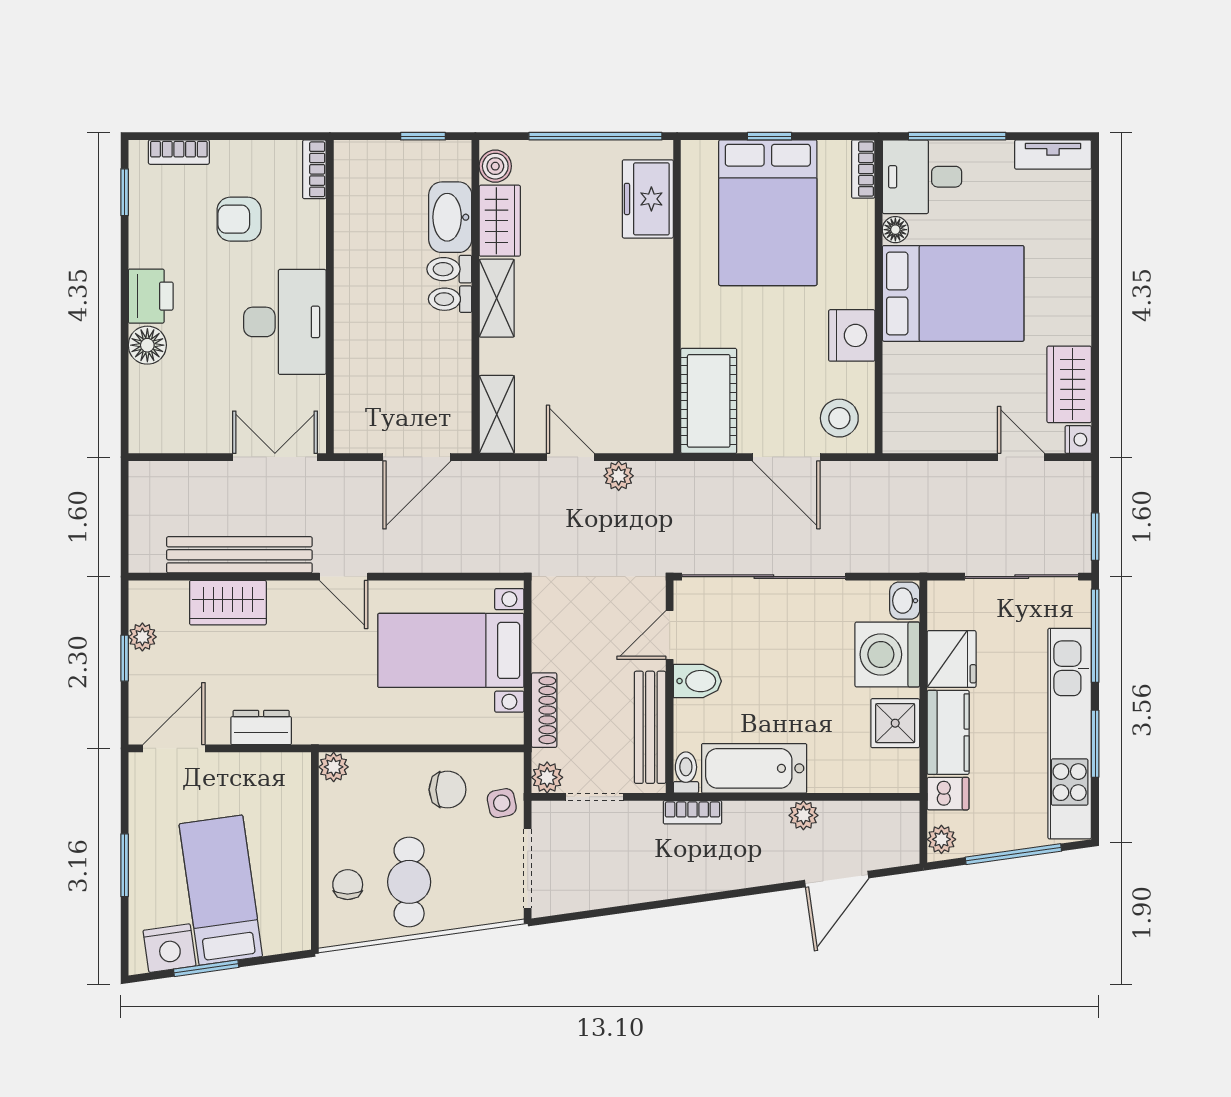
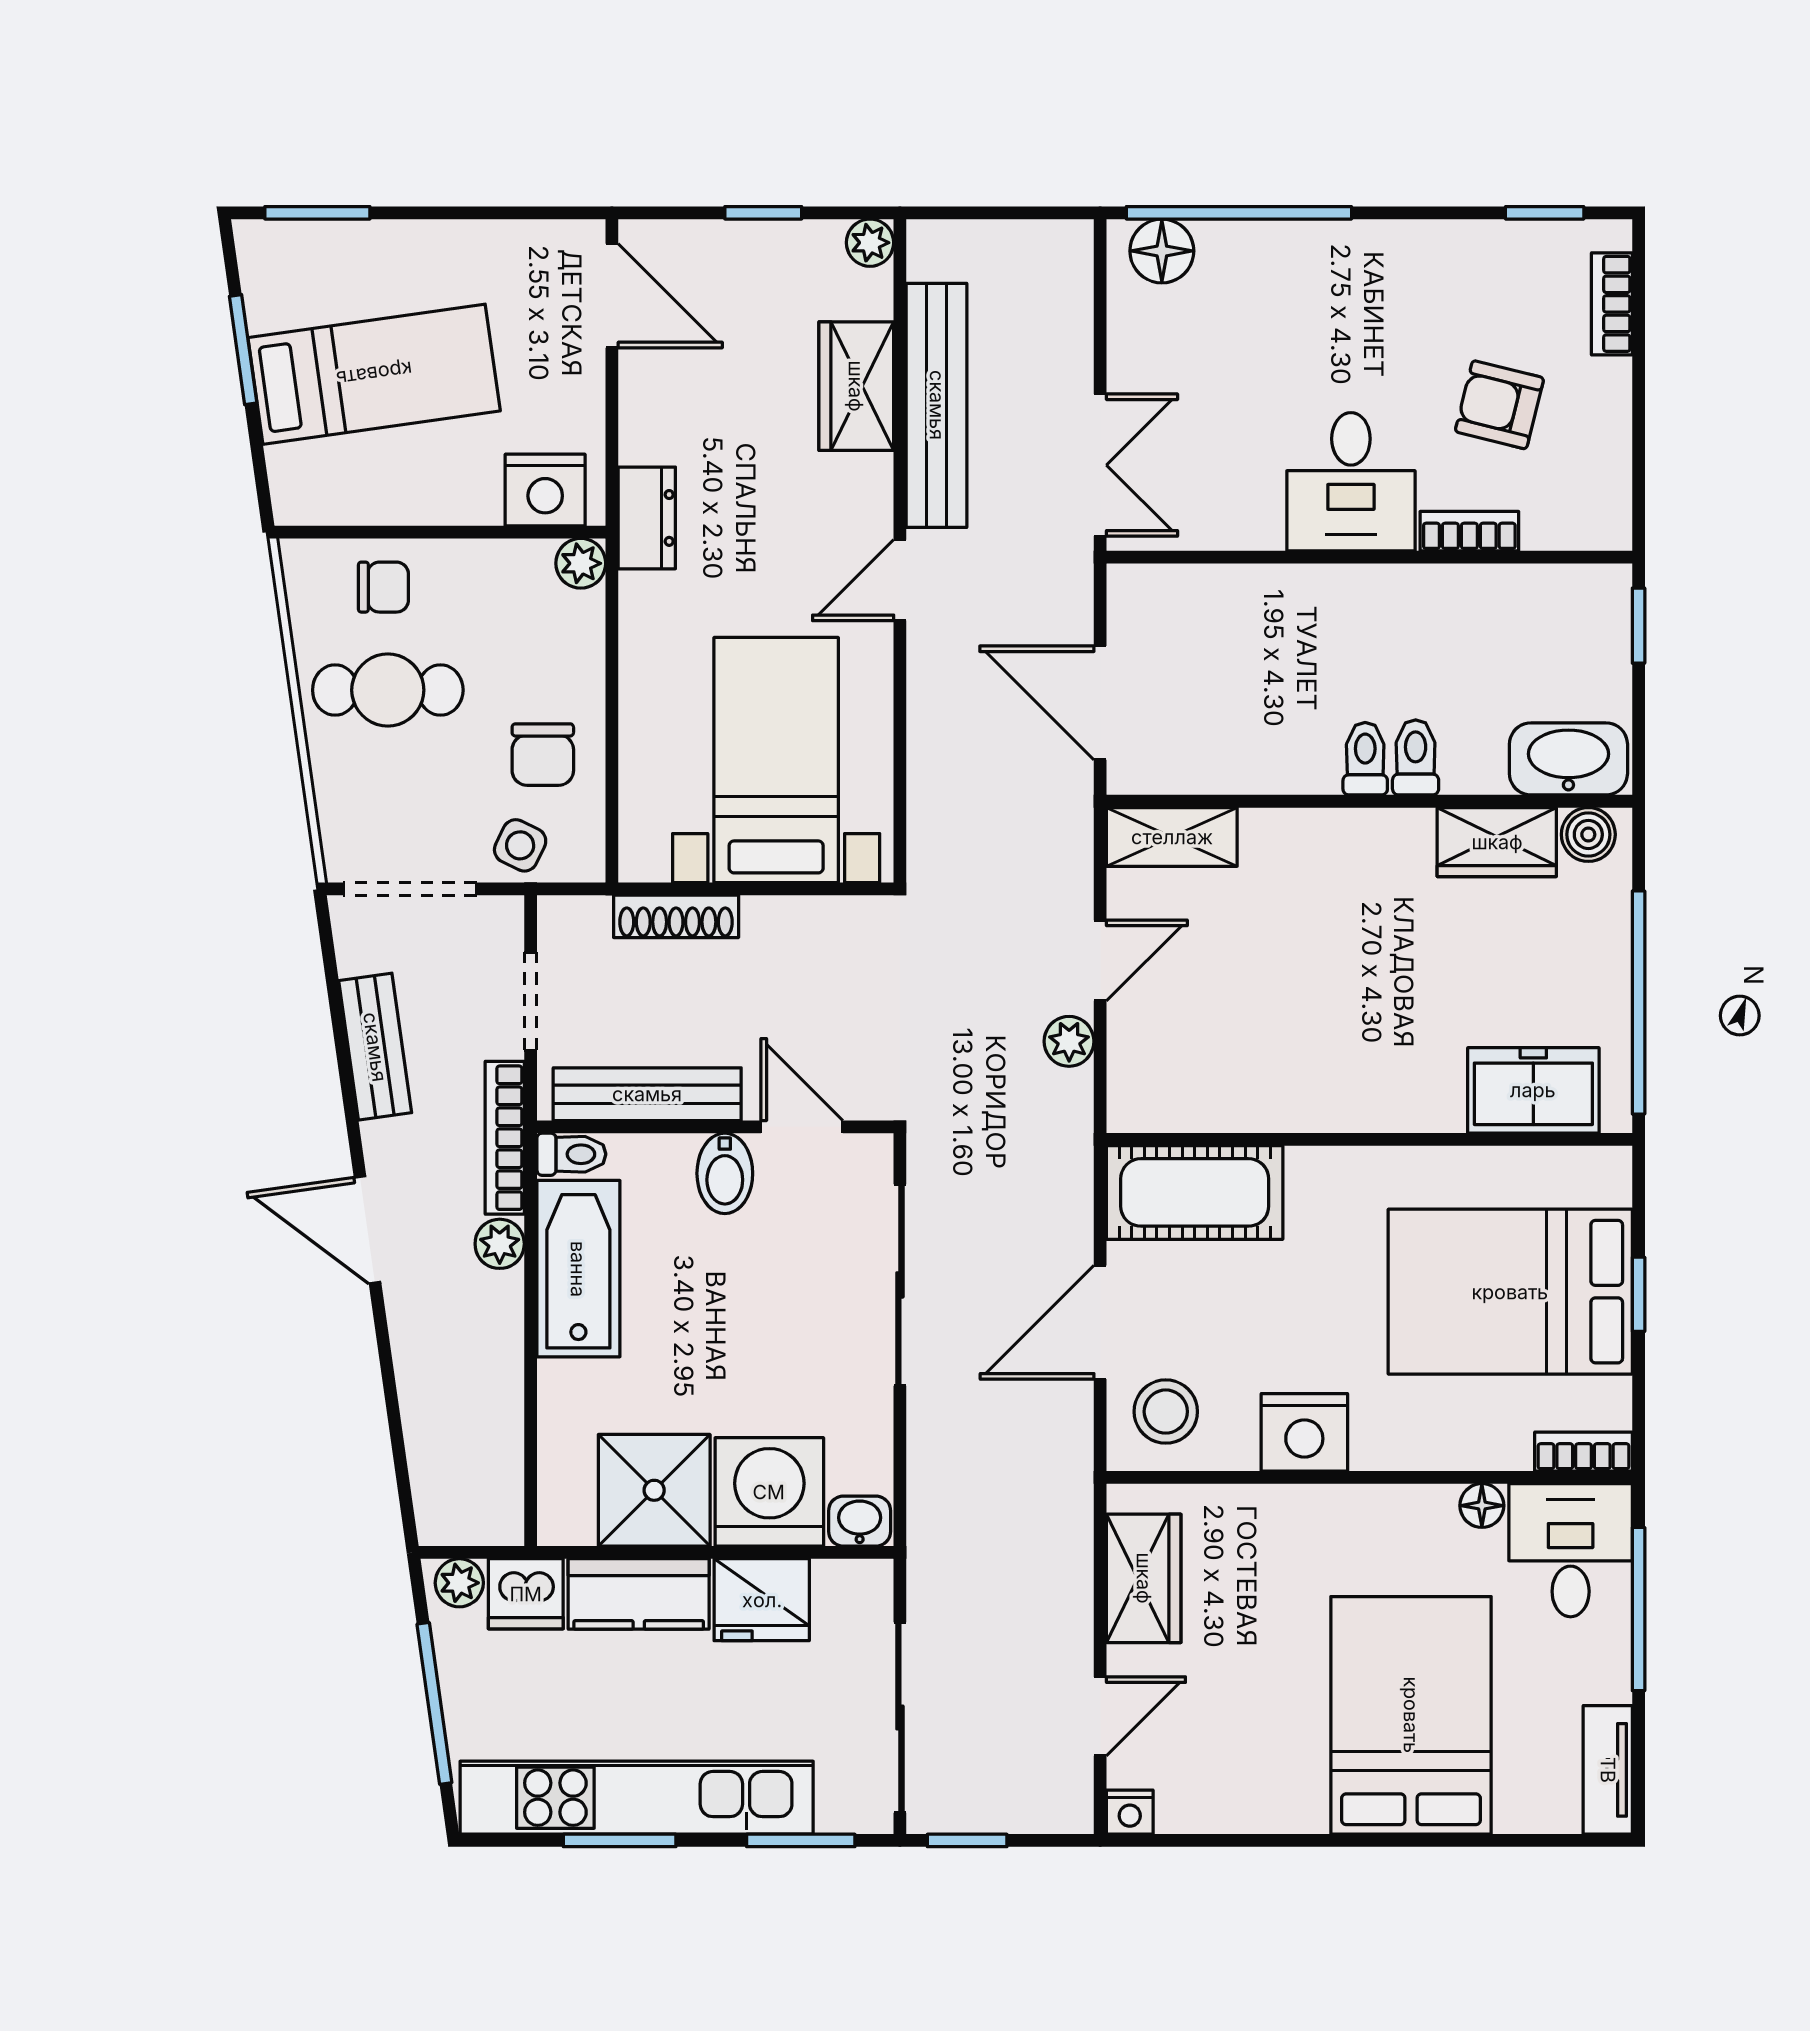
window: (423, 136) -> (1639, 626), moved
bookcase: (314, 169) -> (1469, 531), moved
washbasin: (450, 217) -> (1568, 759), moved
armchair: (239, 219) -> (1499, 405), turned -76
bed: (953, 293) -> (1411, 1715), moved, turned 180
printer: (151, 296) -> (1370, 257), removed
shelving: (497, 298) -> (1367, 837), removed
desk: (285, 322) -> (1351, 482), width x0.73
floor lamp: (147, 345) -> (1162, 251), moved
window: (125, 374) -> (1239, 213), added
wardrobe: (1069, 384) -> (1144, 1578), moved, turned 90
sliding door: (764, 577) -> (900, 1285), width x0.73
window: (1095, 636) -> (801, 1840), width x0.69
plant: (142, 637) -> (870, 243), moved
shower: (895, 723) -> (654, 1490), width x1.36, depth x1.36
dresser: (261, 728) -> (647, 518), moved
plant: (547, 777) -> (563, 921), removed
dishwasher: (948, 794) -> (526, 1594), width x1.38
side table: (502, 803) -> (520, 845), turned 37
bookcase: (692, 812) -> (505, 1138), width x1.56
plant: (803, 815) -> (500, 1244), moved
window: (125, 865) -> (317, 213), moved
door: (837, 879) -> (367, 1230), moved
bench: (622, 890) -> (375, 1047), added
nightstand: (169, 948) -> (545, 490), moved, turned -82

